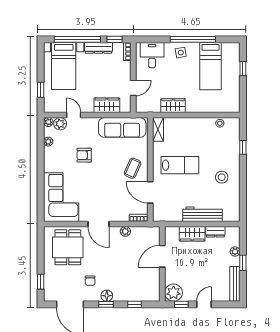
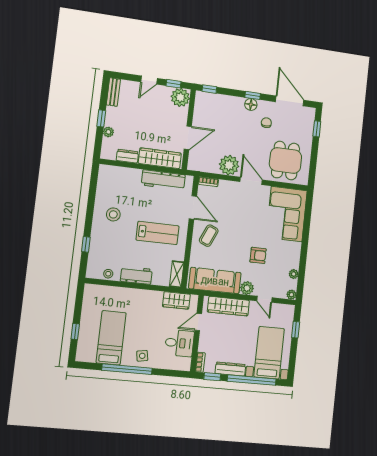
desk: (152, 55) -> (179, 343), moved, turned -90
wardrobe: (107, 105) -> (228, 306), width x1.50
wardrobe: (173, 106) -> (176, 300), moved
plant: (60, 124) -> (247, 288), moved
workbench: (195, 125) -> (136, 275), added
lab bench: (180, 165) -> (158, 233), turned 180
workbench: (202, 214) -> (163, 180), moved
plant: (125, 231) -> (229, 165), width x1.87, depth x1.87
wardrobe: (192, 234) -> (160, 158), width x1.50
bench: (235, 284) -> (113, 92), width x0.73
window: (135, 304) -> (209, 89), moved

